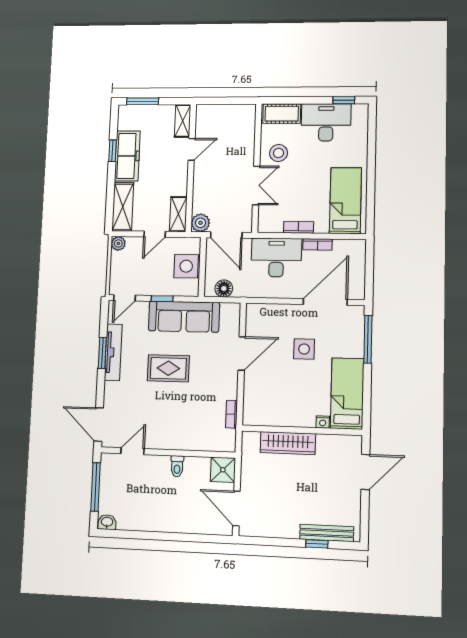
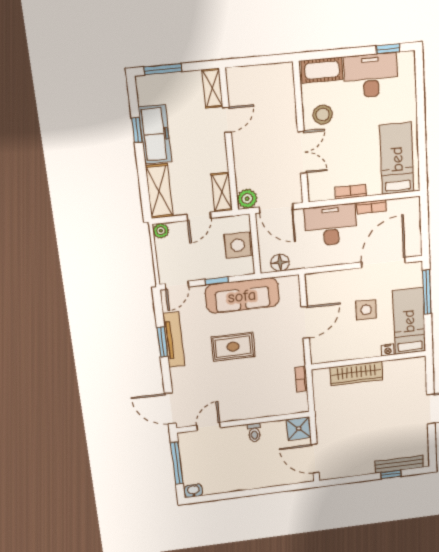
bed: (347, 393) -> (409, 321), moved
nightstand: (323, 422) -> (388, 350), moved
wall: (302, 430) -> (369, 360), moved
wardrobe: (288, 443) -> (356, 373), moved

